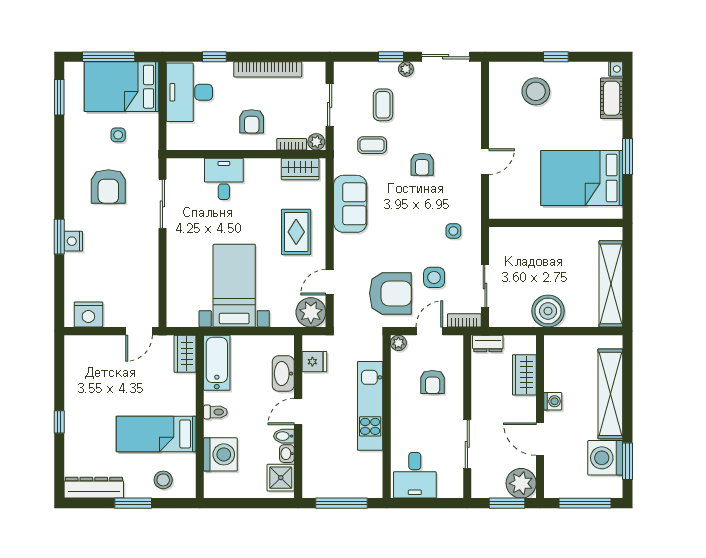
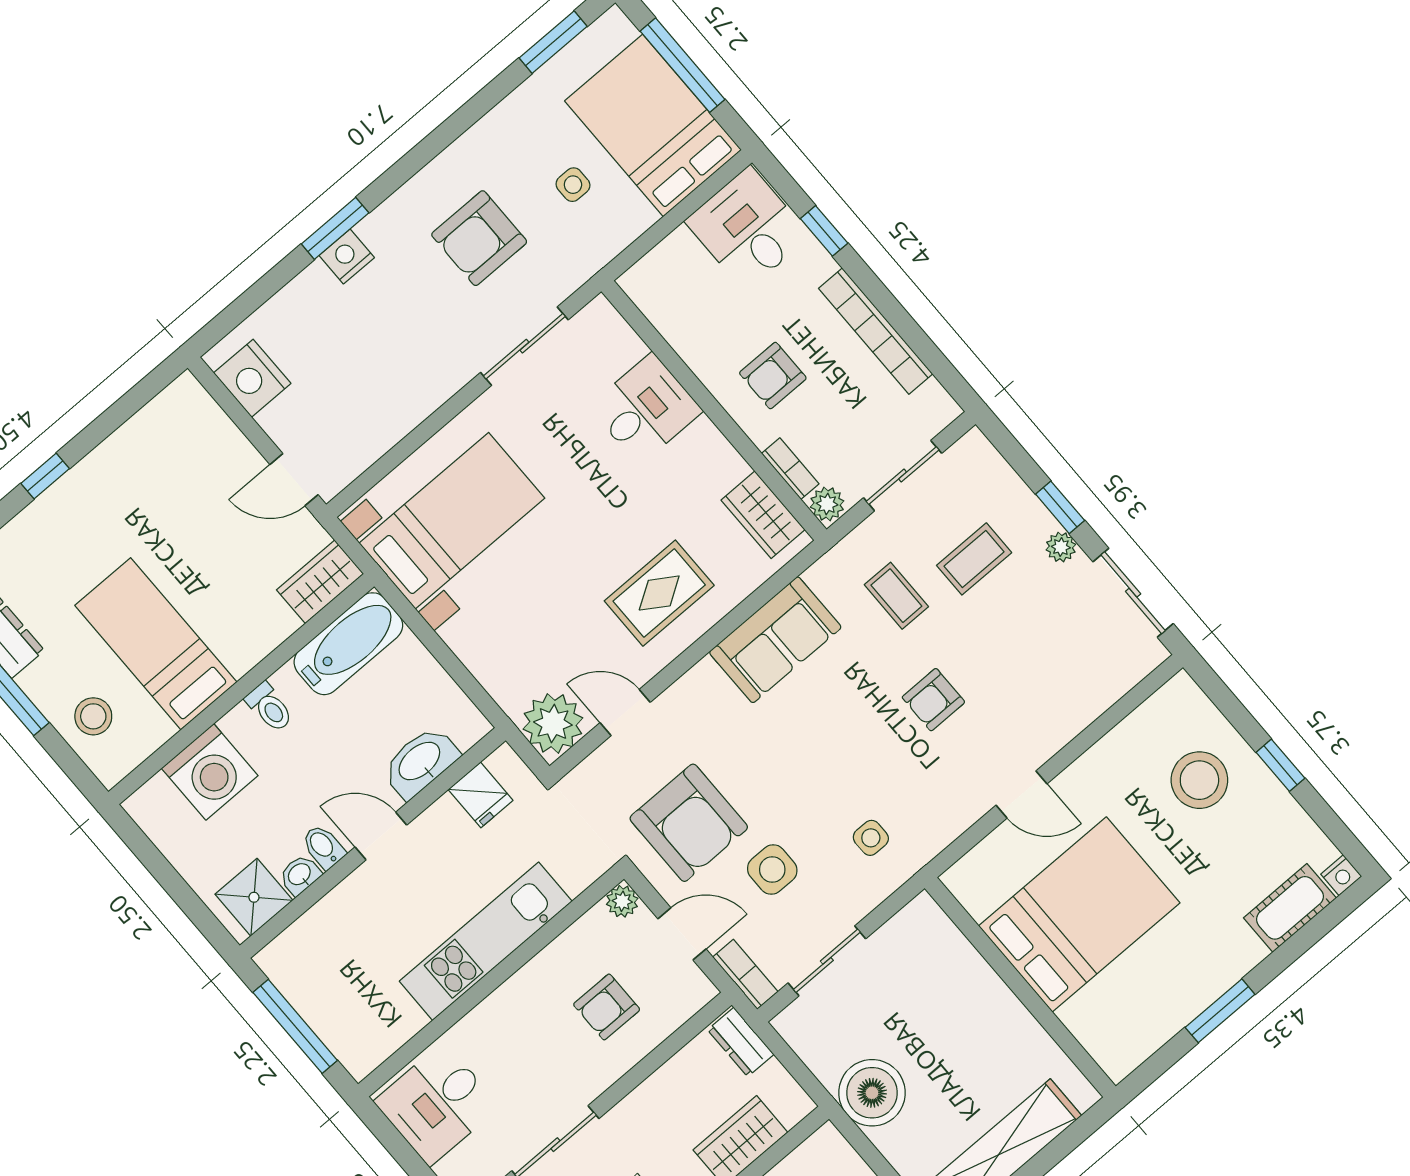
desk: (189, 92) -> (747, 229), width x0.73
bed: (582, 178) -> (1079, 914), moved, turned 90
bed with nightstands: (234, 286) -> (452, 521), moved

